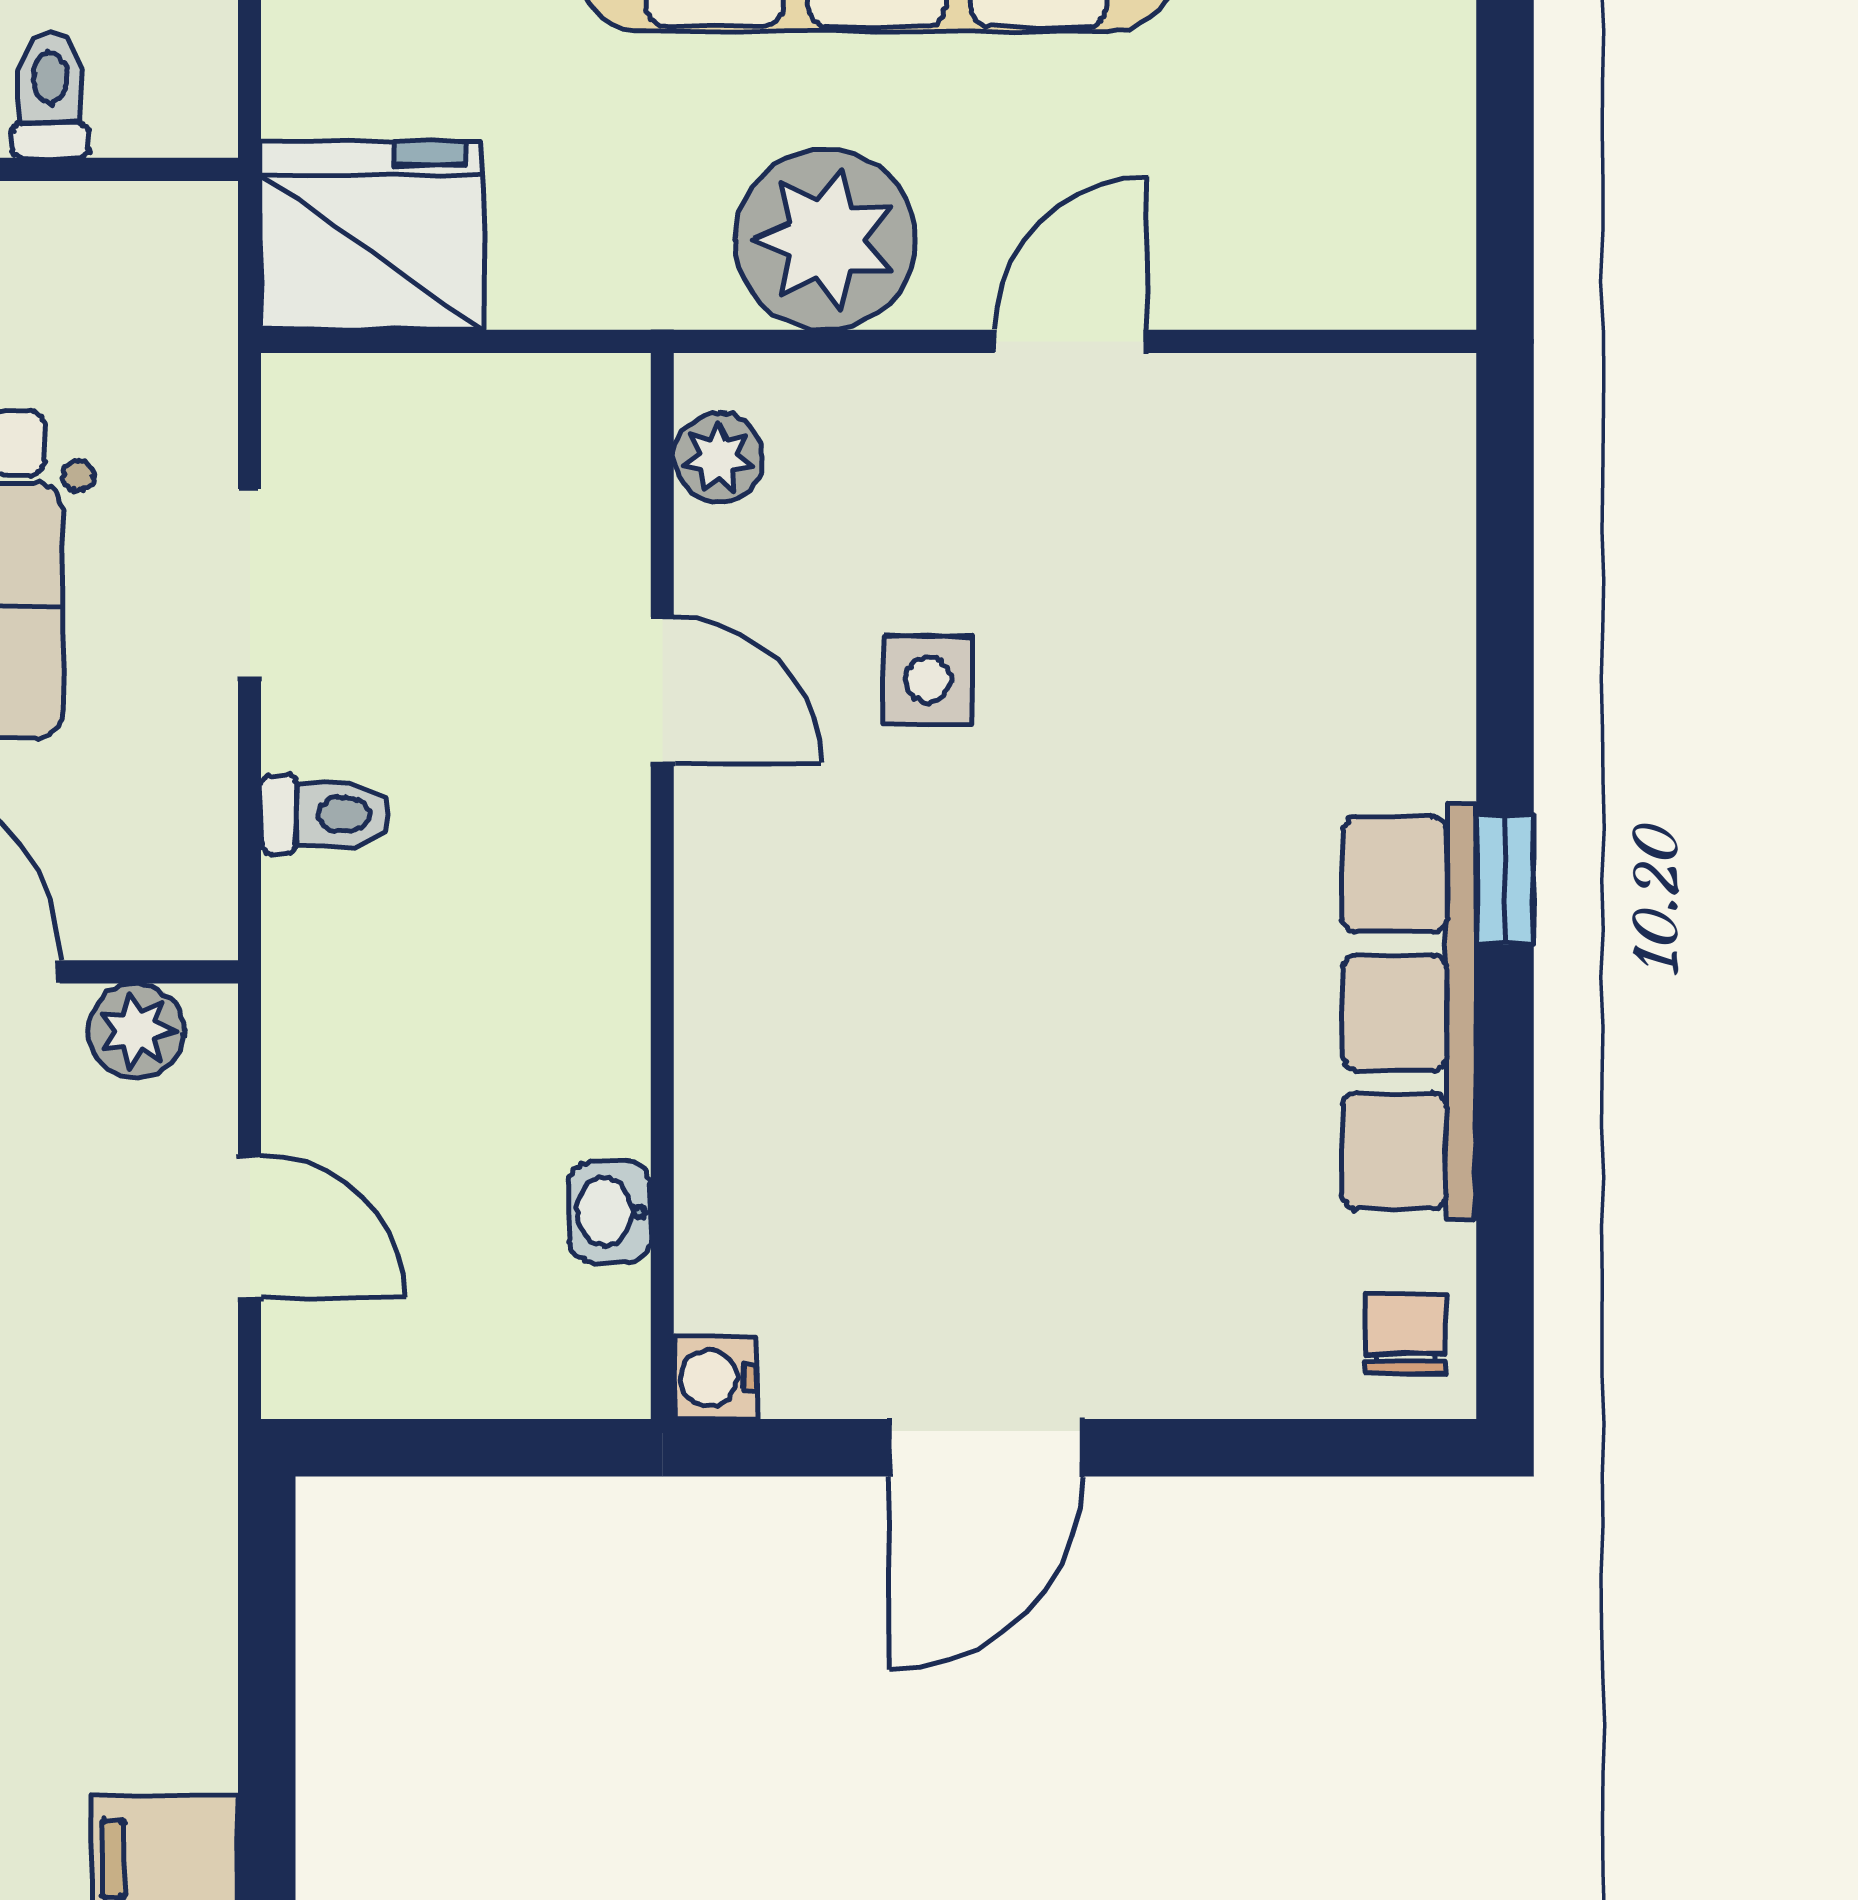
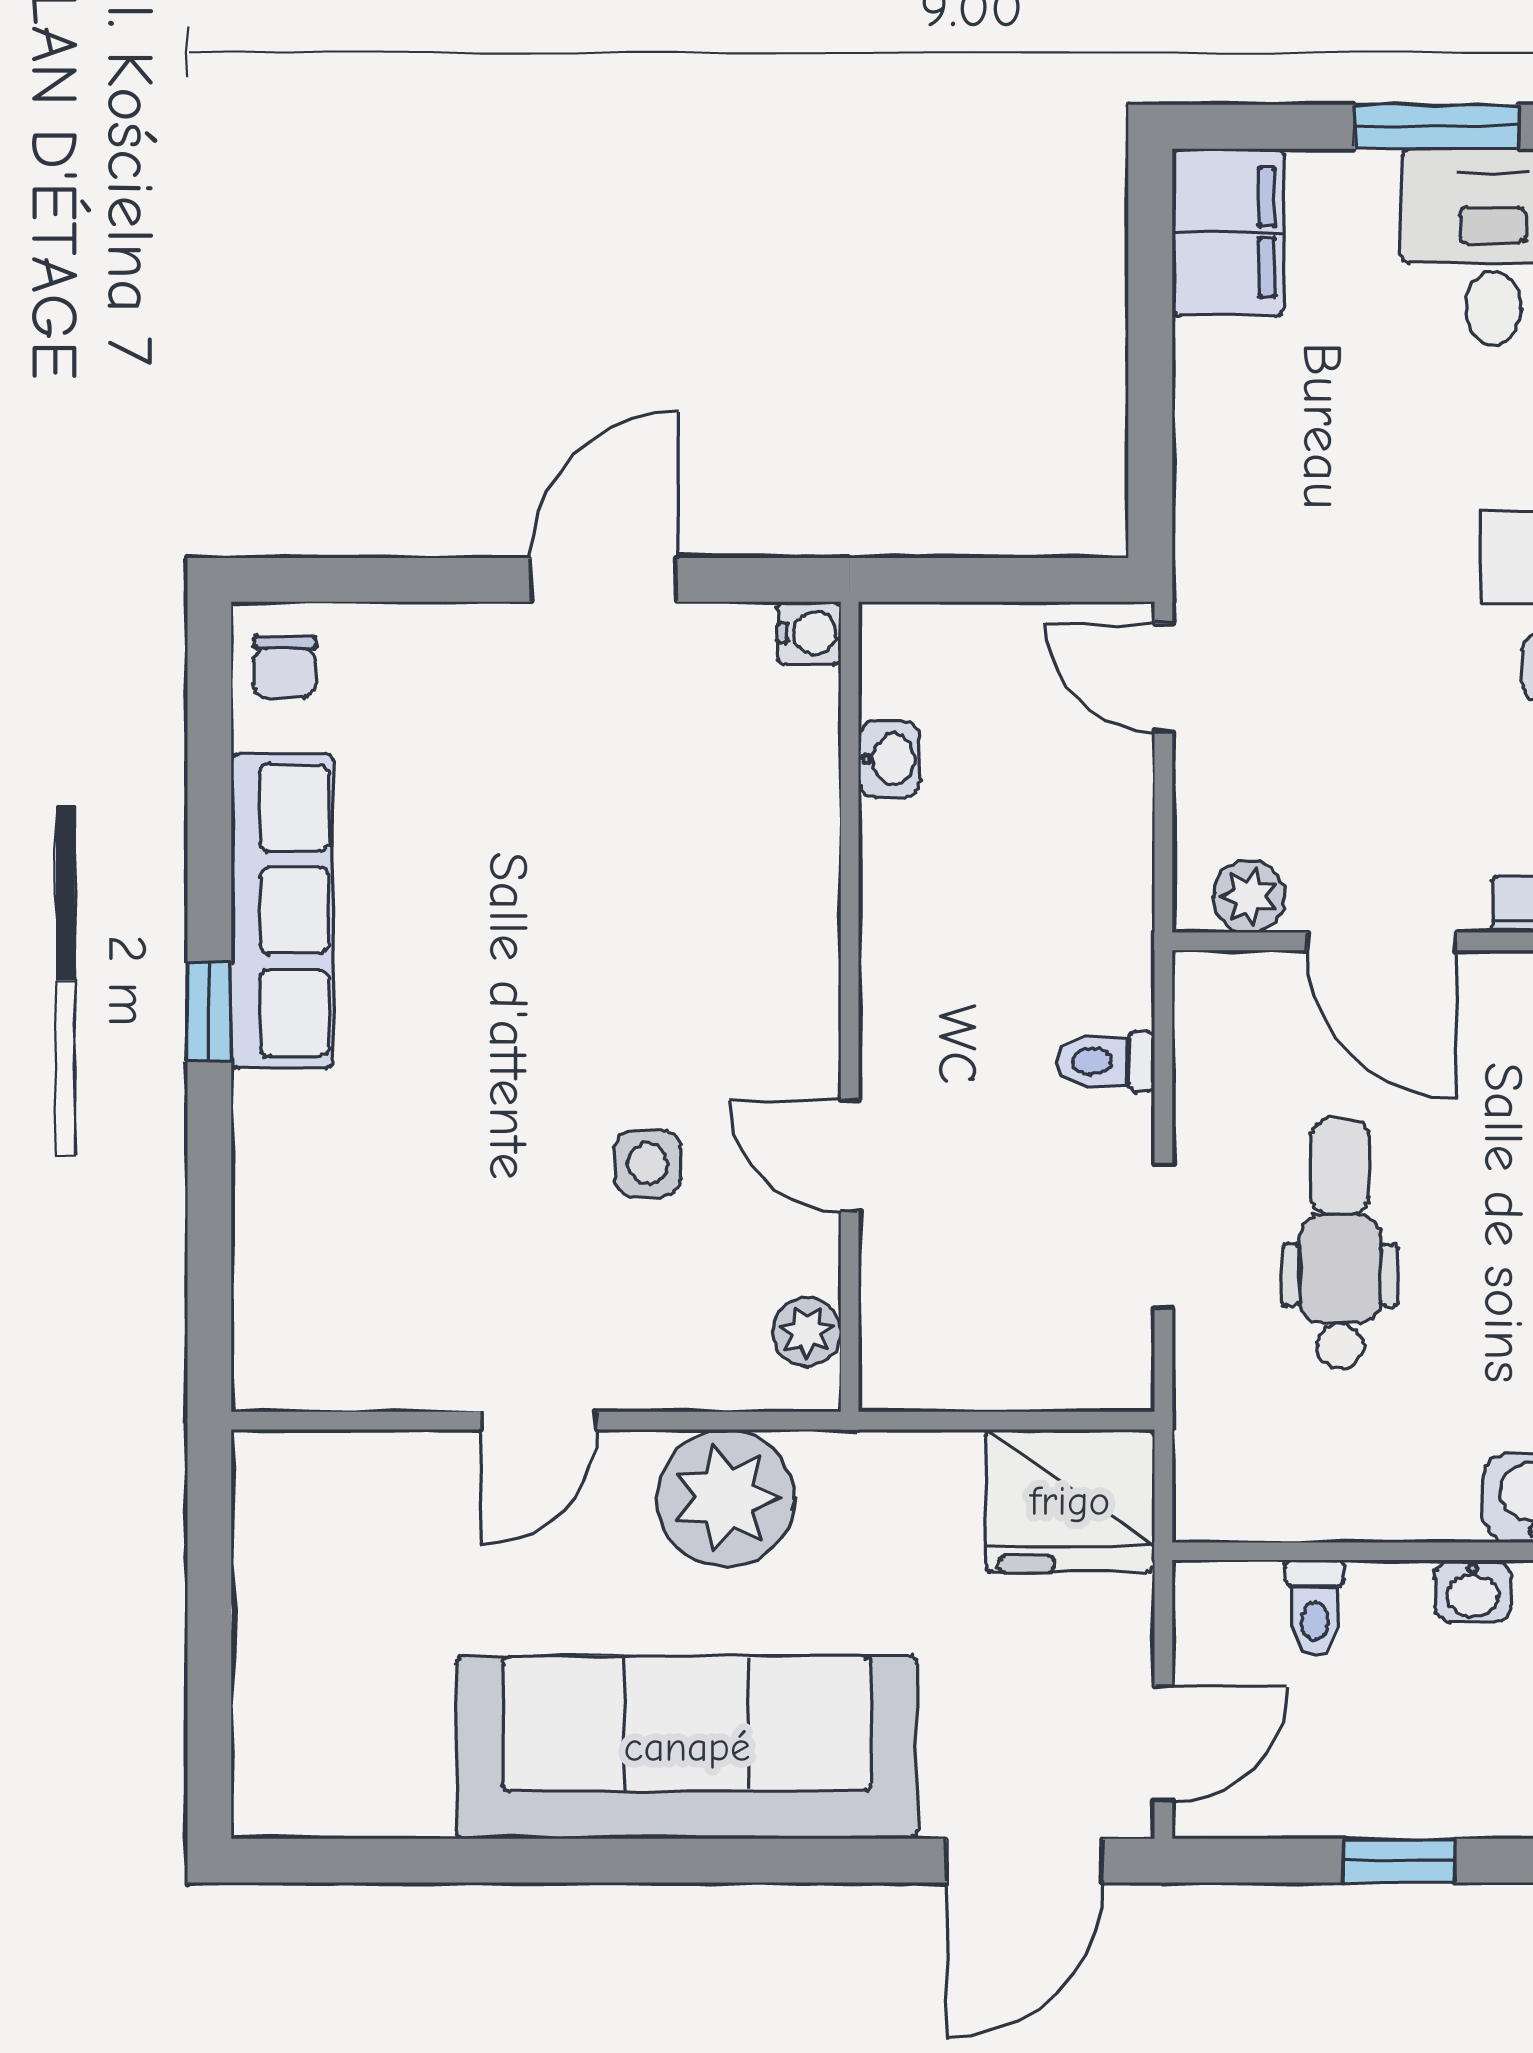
door: (250, 1226) -> (1163, 678), moved

